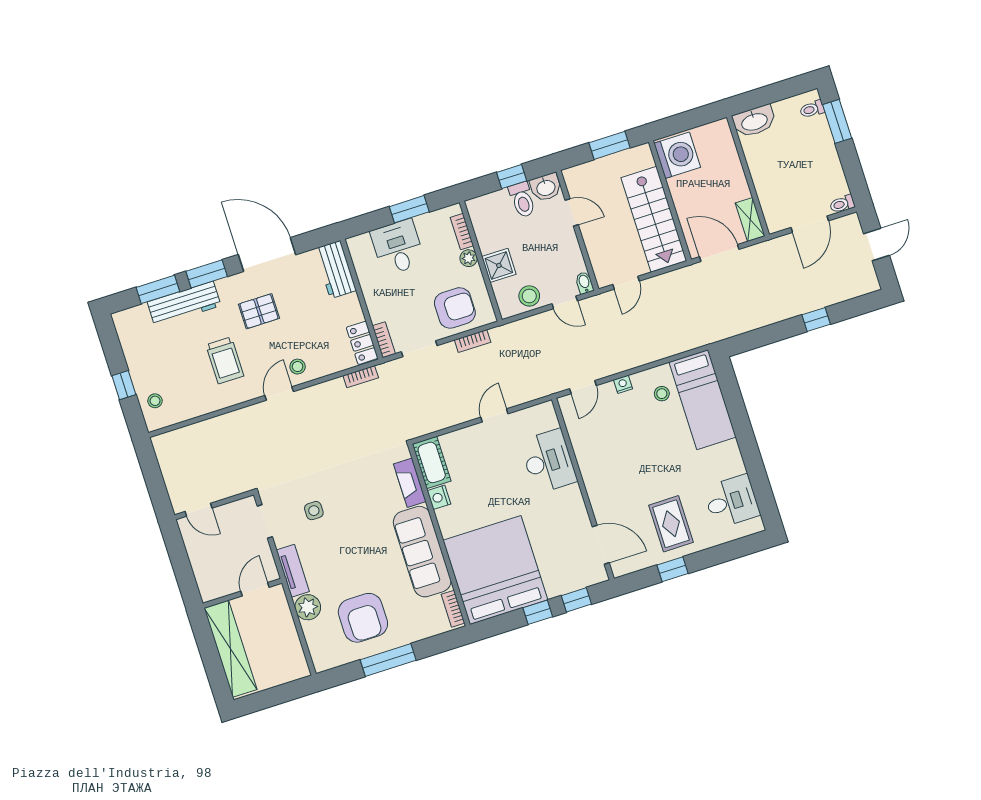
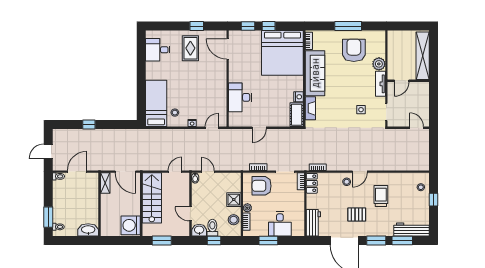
stool: (529, 296) -> (234, 220), moved
workbench: (184, 304) -> (411, 230), moved

